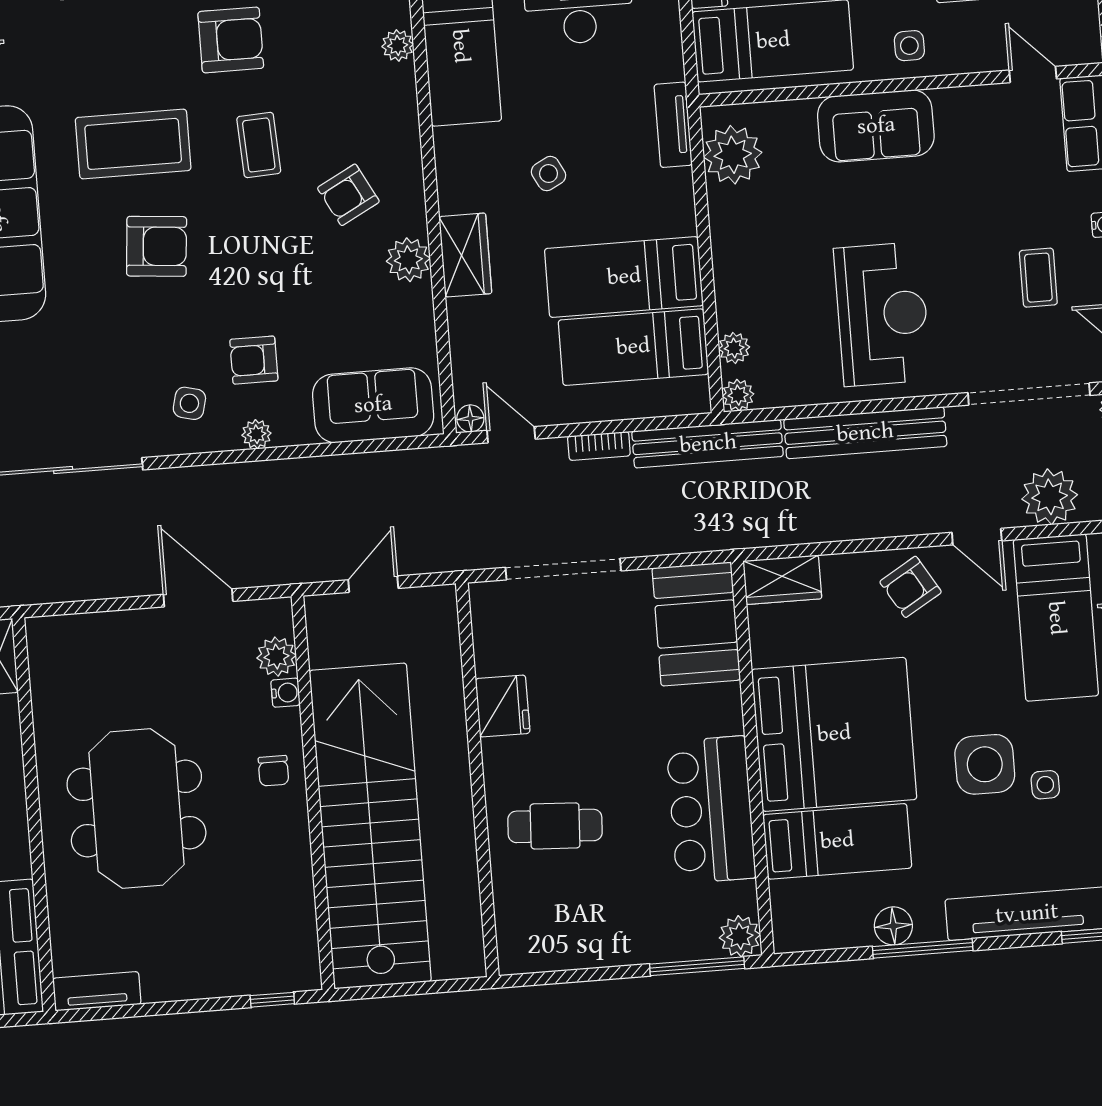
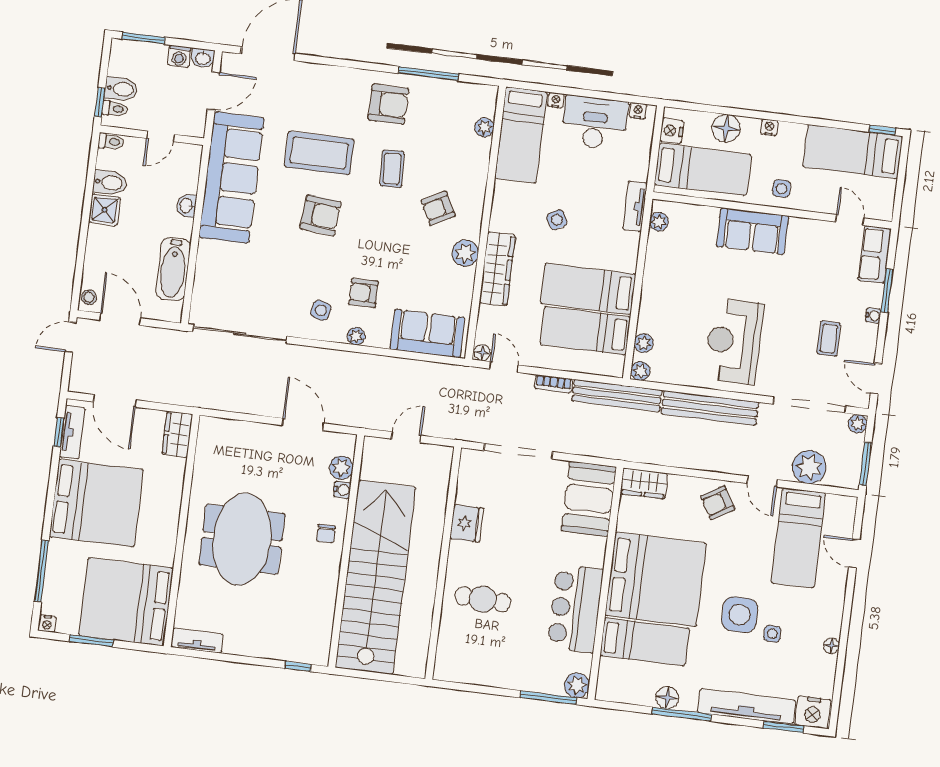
plant: (733, 155) -> (659, 222), width x0.53, depth x0.53
wardrobe: (465, 255) -> (497, 269), width x1.50
reception desk: (882, 314) -> (734, 341), turned 180

